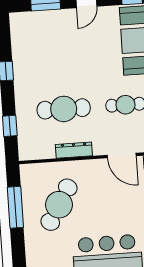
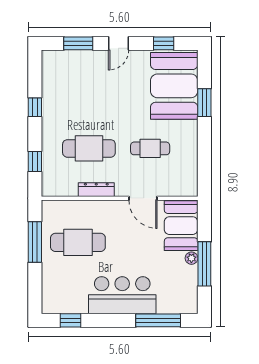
cafe table: (59, 205) -> (78, 242), turned 59

